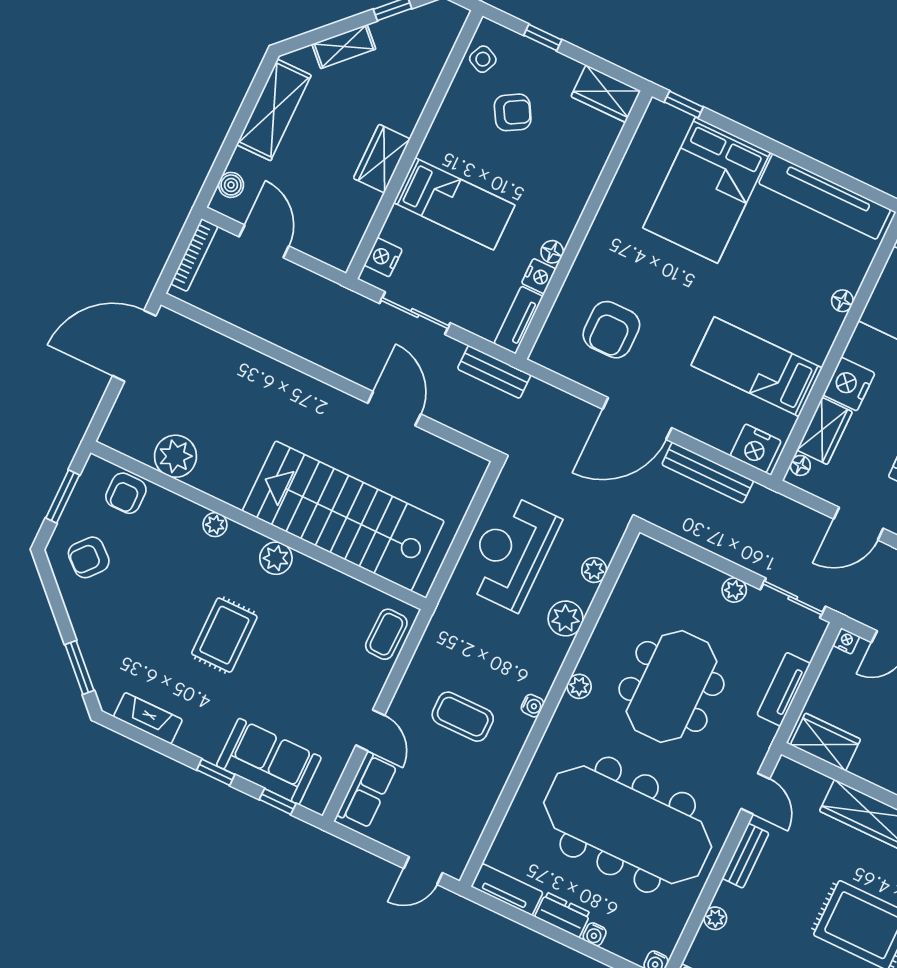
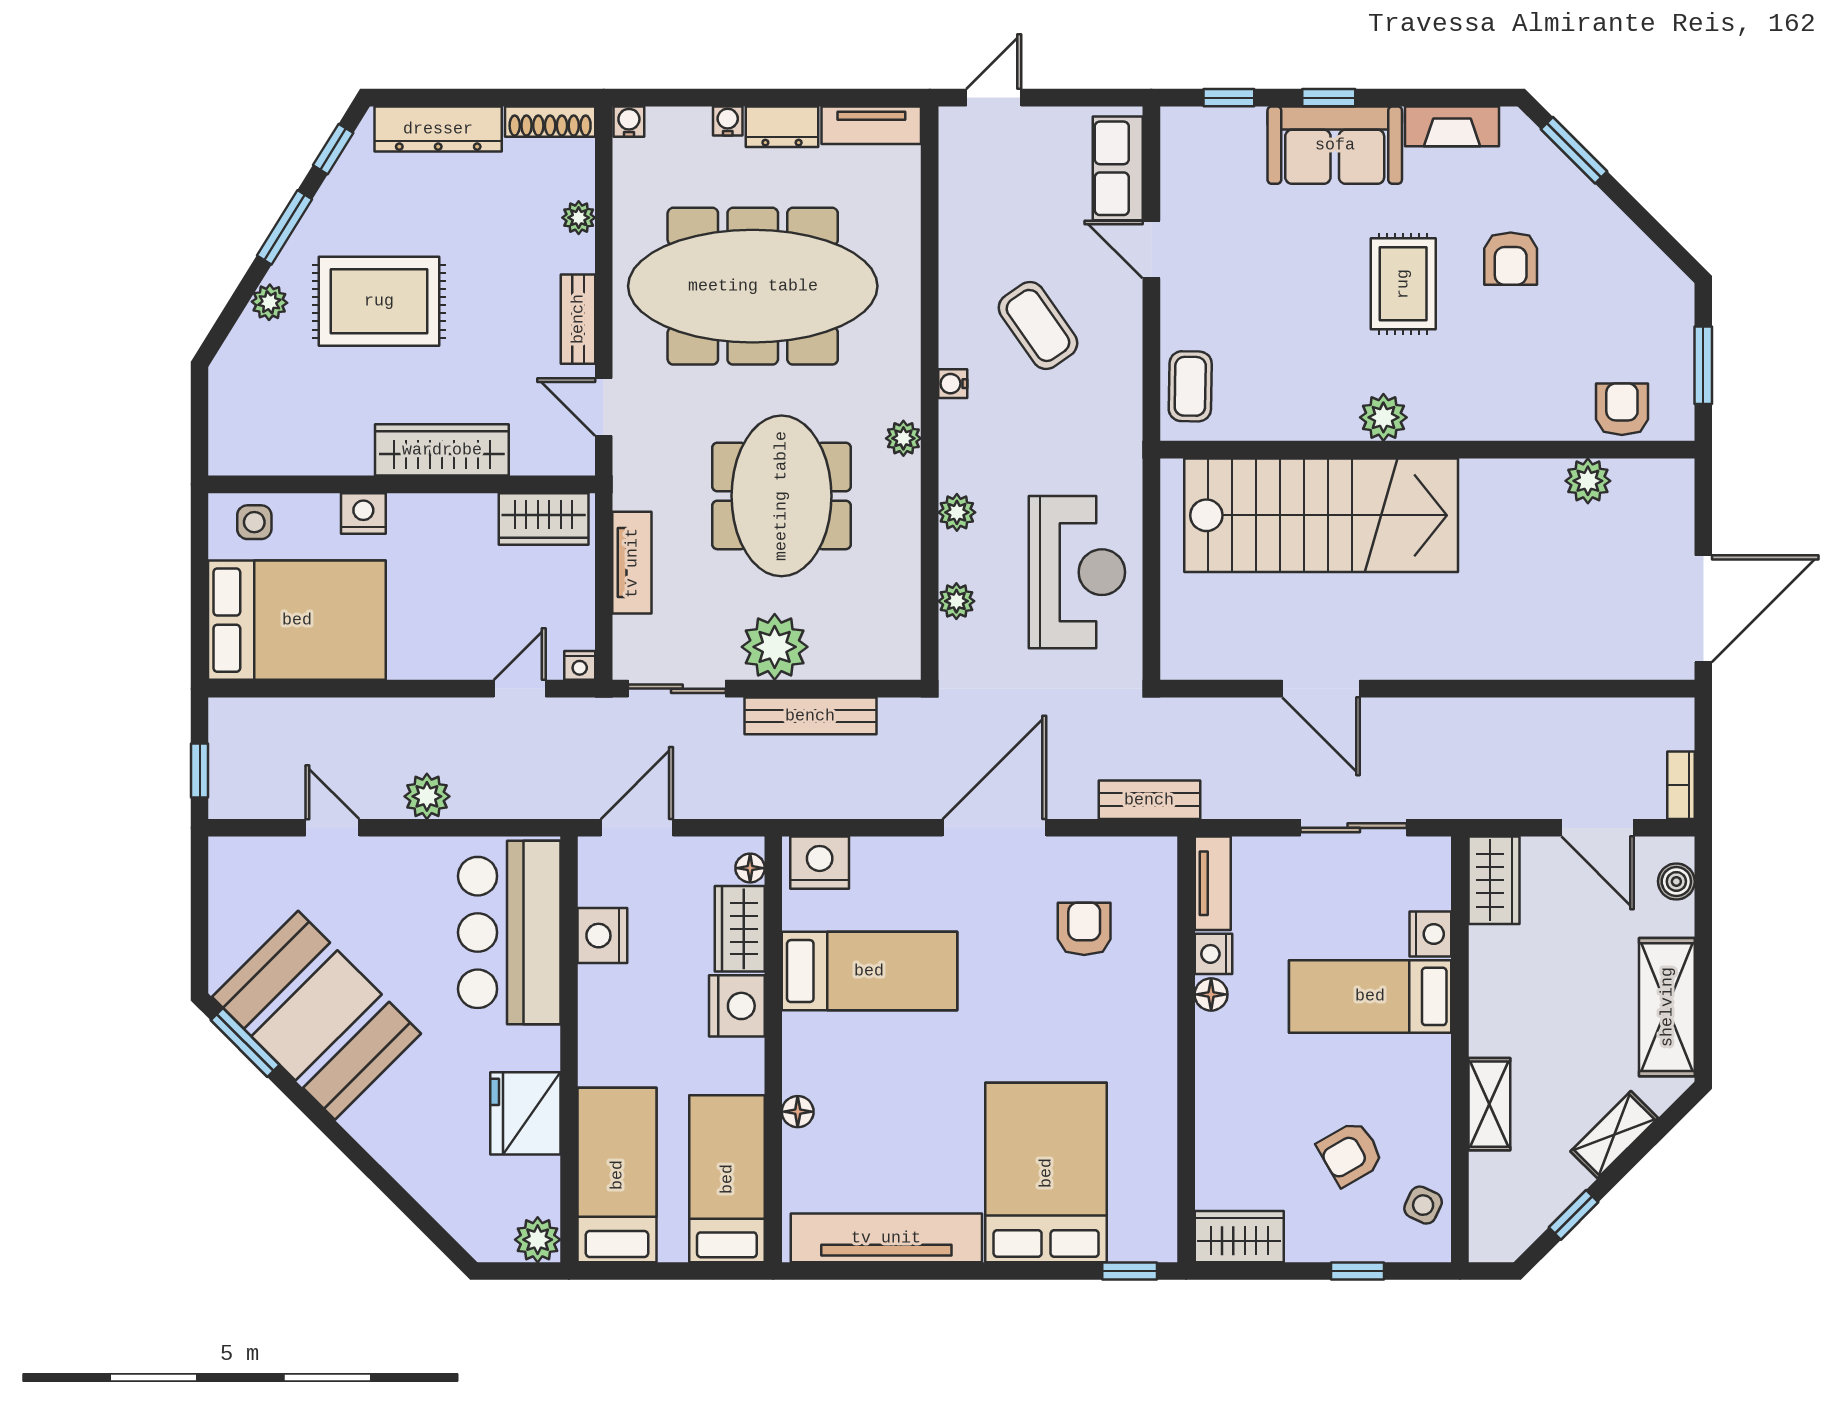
shelving: (412, 102) -> (1489, 1104), added
wardrobe: (382, 159) -> (1494, 880), moved
bookcase: (194, 255) -> (1681, 785), width x0.64
nightstand: (383, 257) -> (1430, 934), moved
armchair: (611, 330) -> (1084, 929), width x0.72, depth x0.72
bench: (494, 372) -> (1149, 800), moved
plant: (175, 456) -> (1588, 481), width x0.73, depth x0.73
bench: (708, 473) -> (810, 716), moved
plant: (215, 525) -> (1485, 424), removed
armchair: (89, 557) -> (1511, 259), moved, turned 139
plant: (734, 590) -> (775, 647), width x1.88, depth x1.88
plant: (566, 618) -> (957, 512), width x0.73, depth x0.73
coffee table: (463, 717) -> (1038, 325), turned 55
sofa: (269, 761) -> (1335, 145), moved

